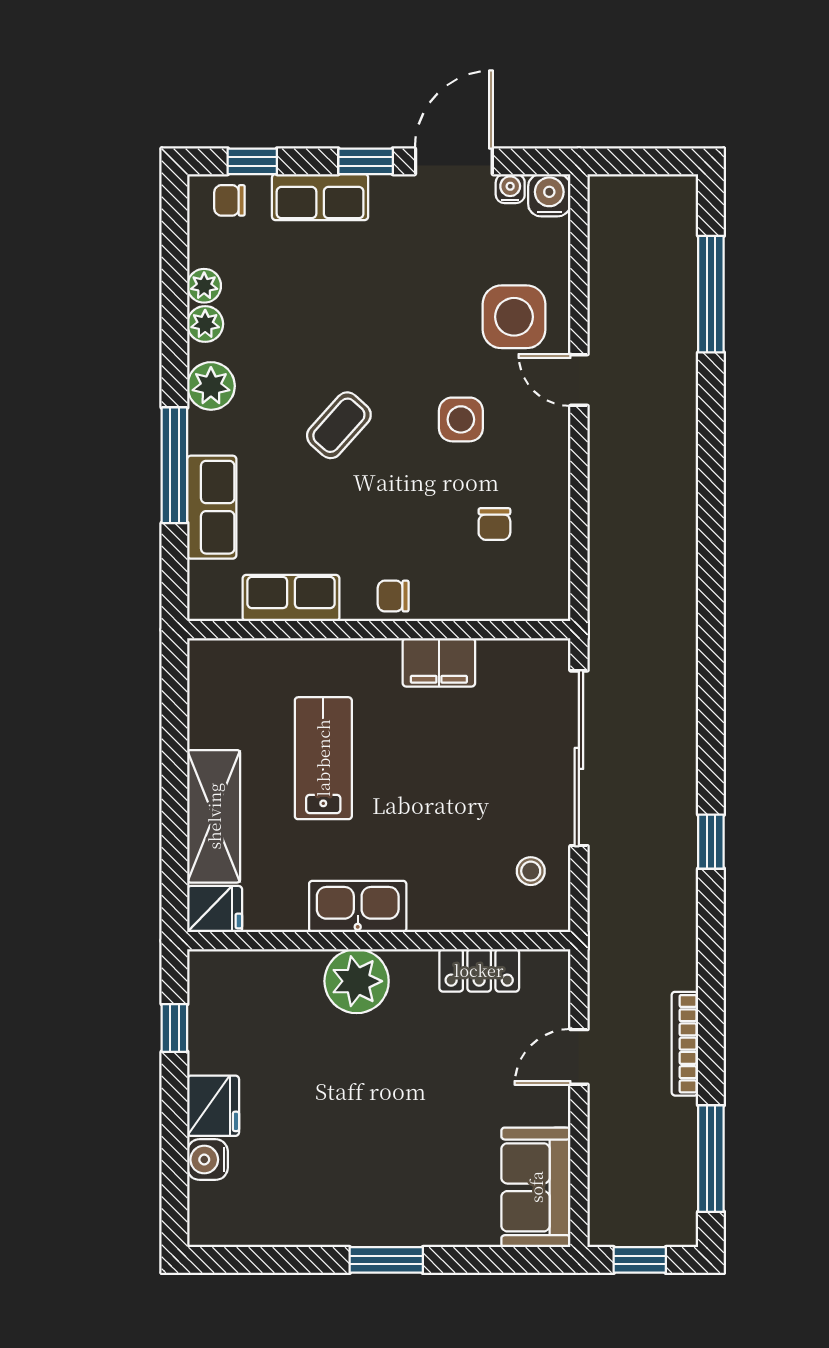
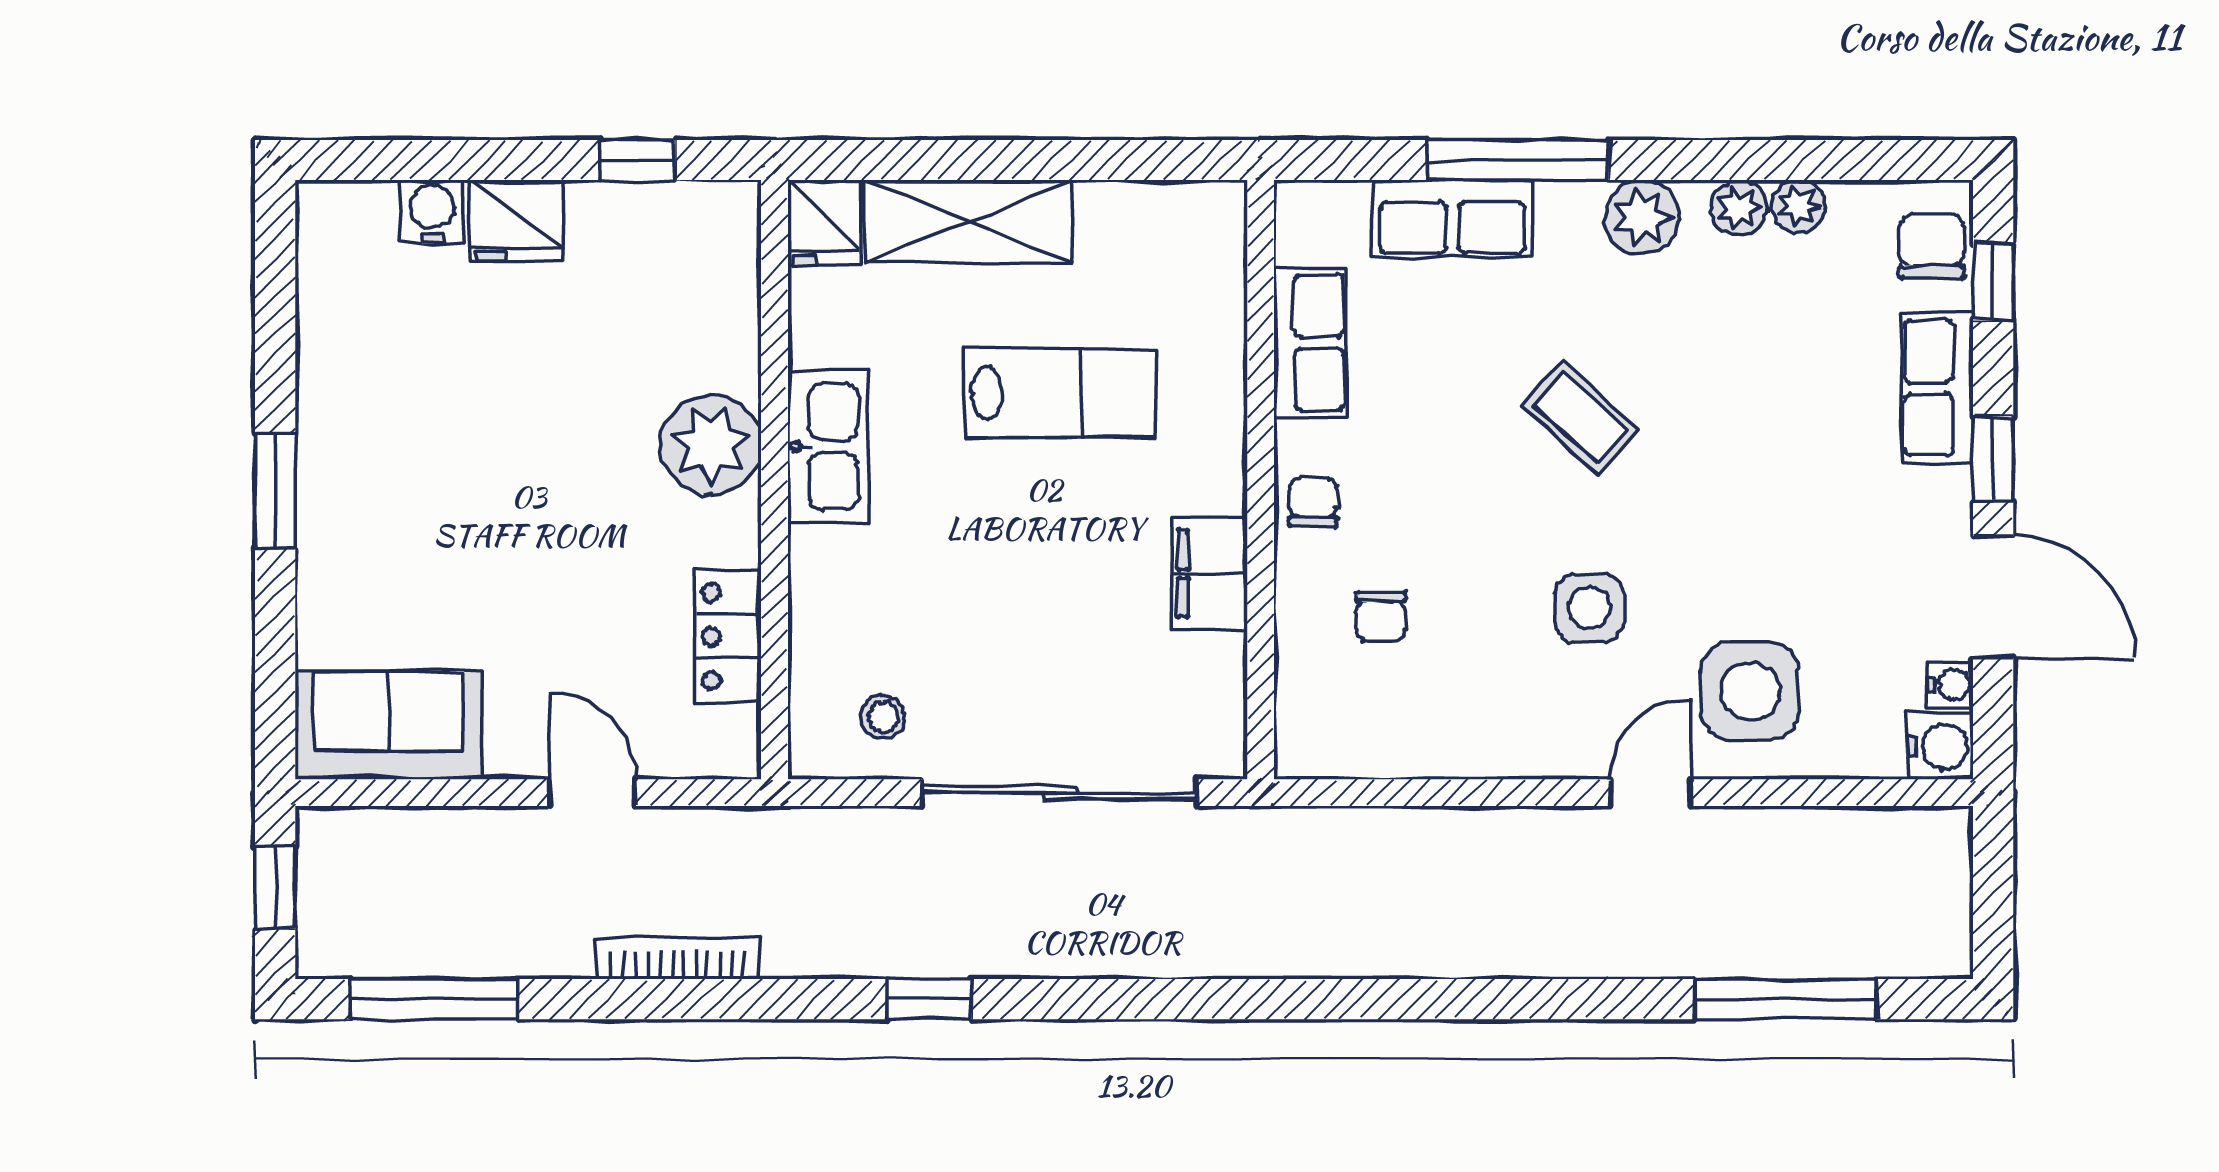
chair: (229, 200) -> (1932, 246), width x1.37, depth x1.37
chair: (494, 524) -> (1381, 616), moved, turned -90
bookcase: (685, 1044) -> (678, 958), moved

